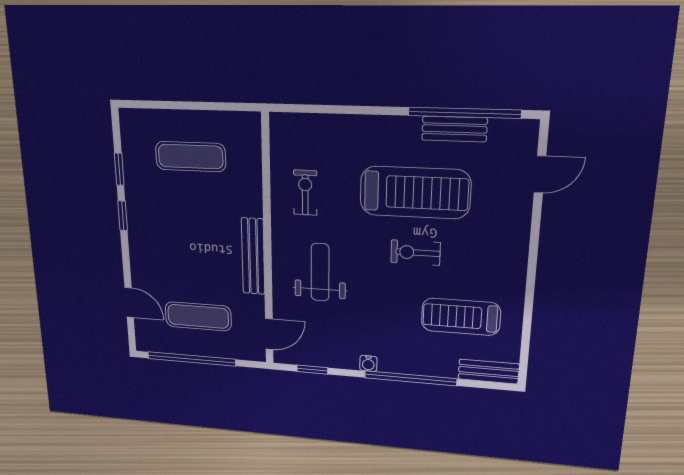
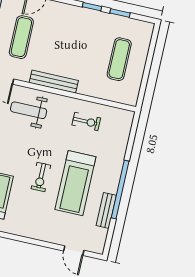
window: (464, 113) -> (120, 189), moved
exercise bike: (415, 253) -> (41, 177), turned 180
weight bench: (320, 272) -> (29, 110), moved, turned 180

